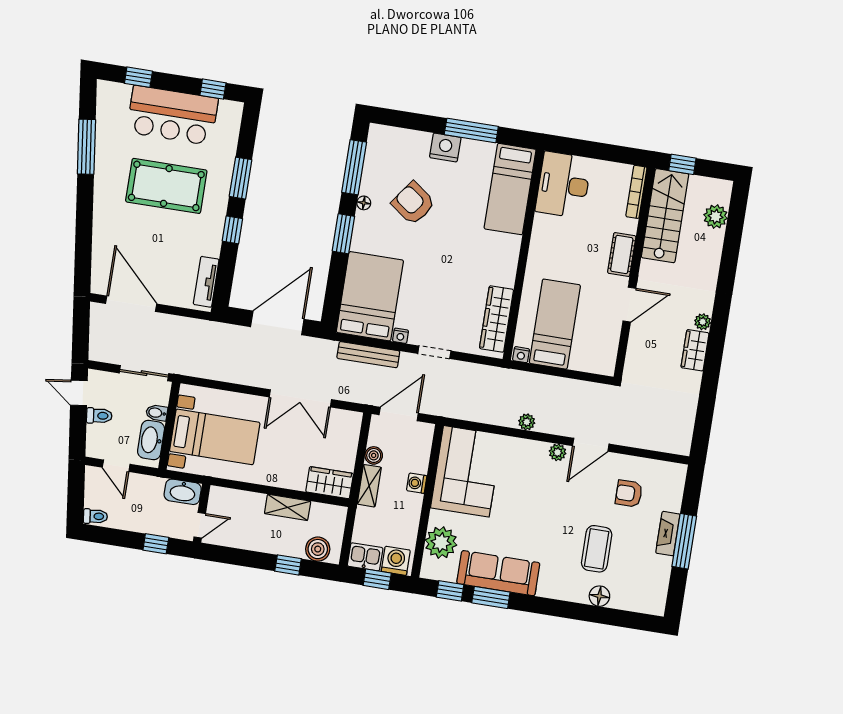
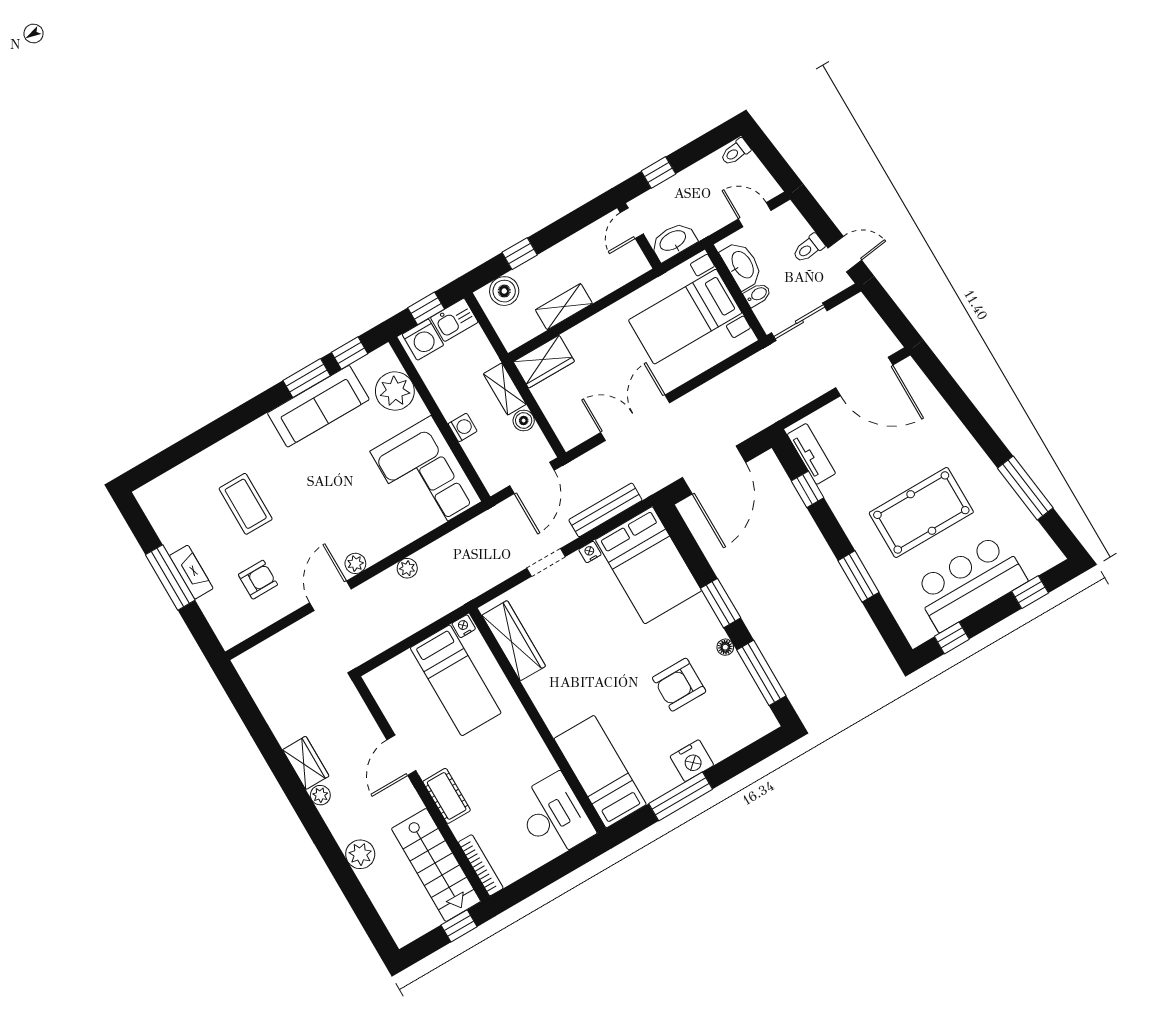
armchair: (413, 203) -> (679, 685), turned 144
plant: (716, 217) -> (360, 854), moved
window: (232, 230) -> (808, 489), moved
floor lamp: (599, 596) -> (207, 462), removed

